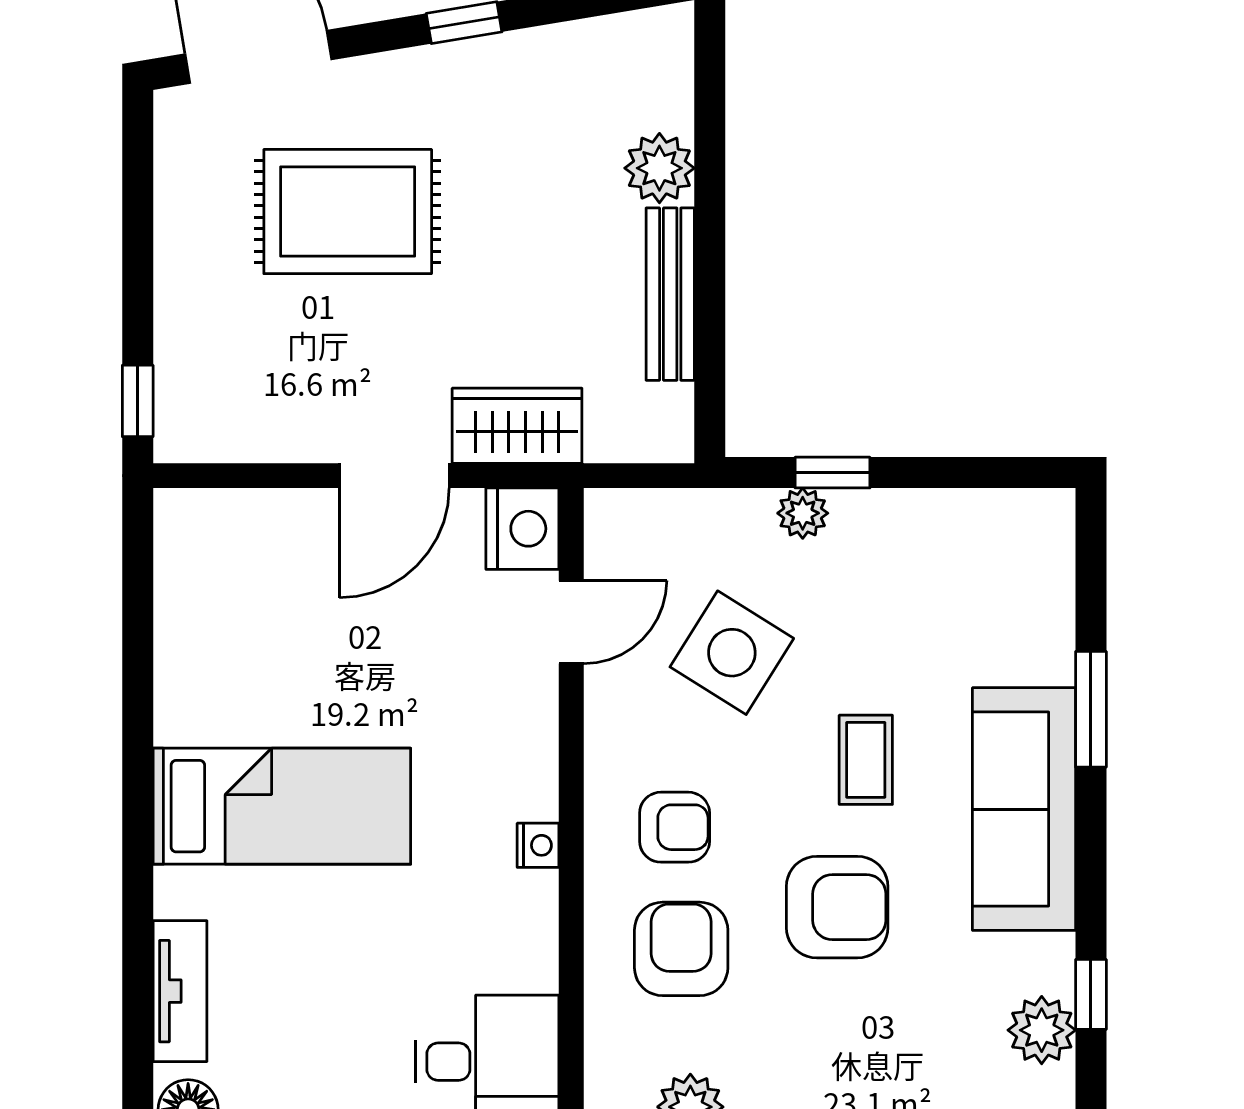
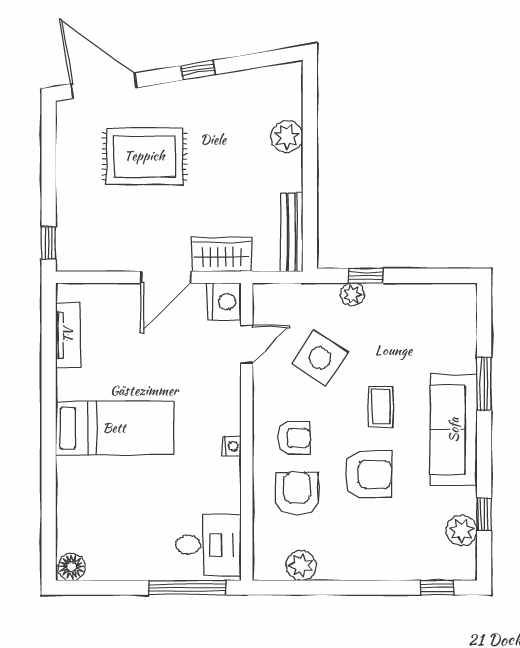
bench: (670, 294) -> (292, 232), moved
tv unit: (180, 991) -> (68, 335), moved

